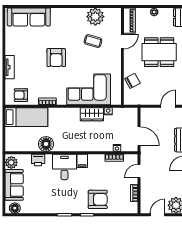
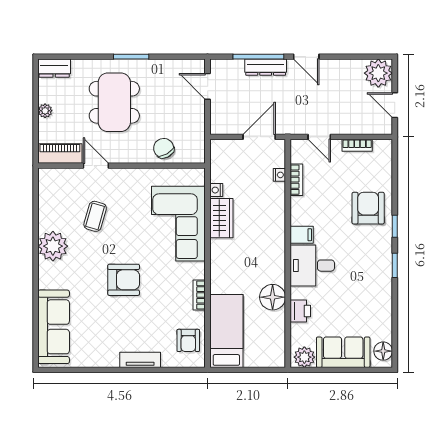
plant: (95, 17) -> (53, 246), moved

